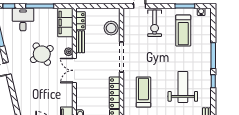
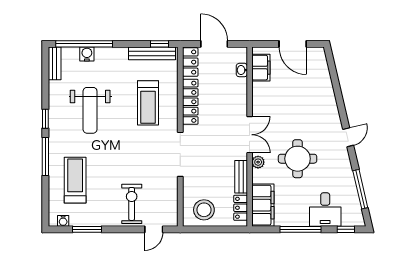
stool: (111, 28) -> (204, 210), moved
treadmill: (183, 31) -> (75, 180), moved
round table: (42, 54) -> (298, 159), turned 34

